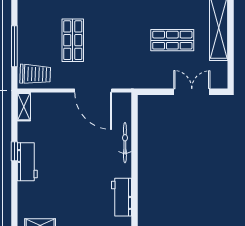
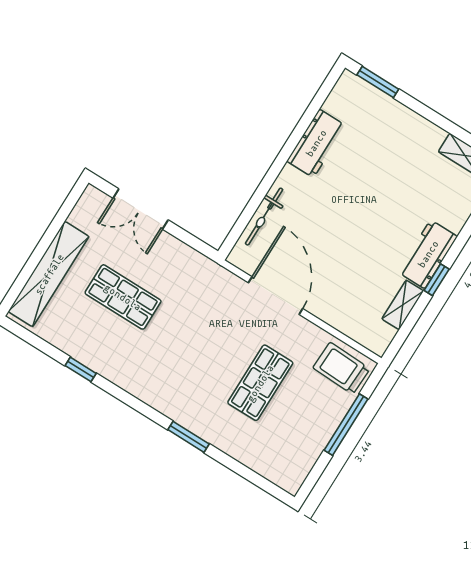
shelving: (24, 107) -> (403, 305), moved
bicycle: (125, 143) -> (264, 217), moved
workbench: (122, 197) -> (316, 143), moved

